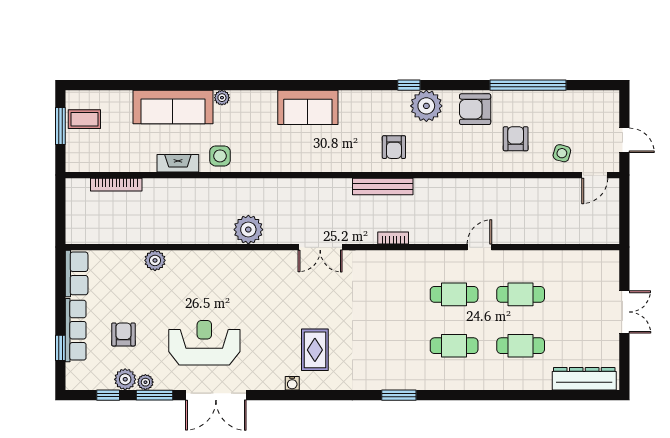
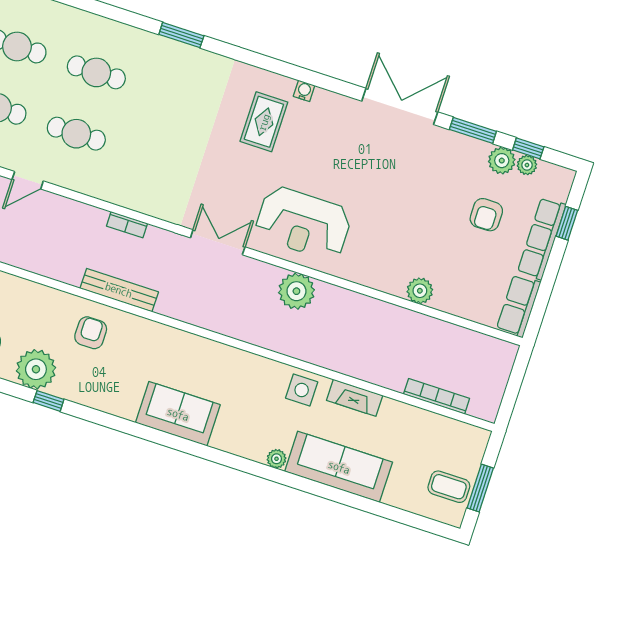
reception desk: (204, 343) -> (303, 223), moved
plant: (145, 382) -> (527, 165), moved

